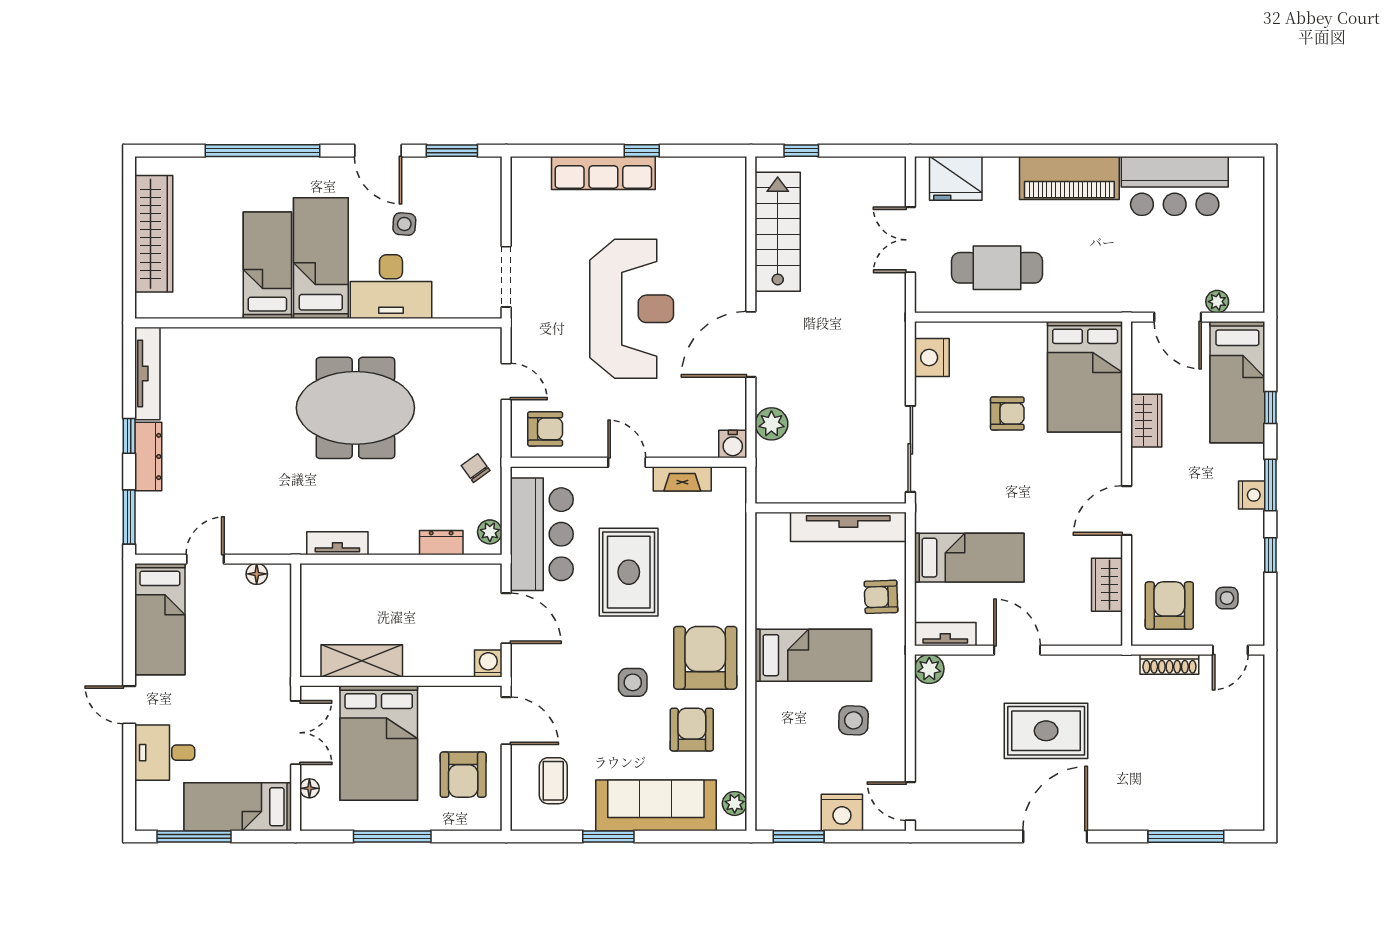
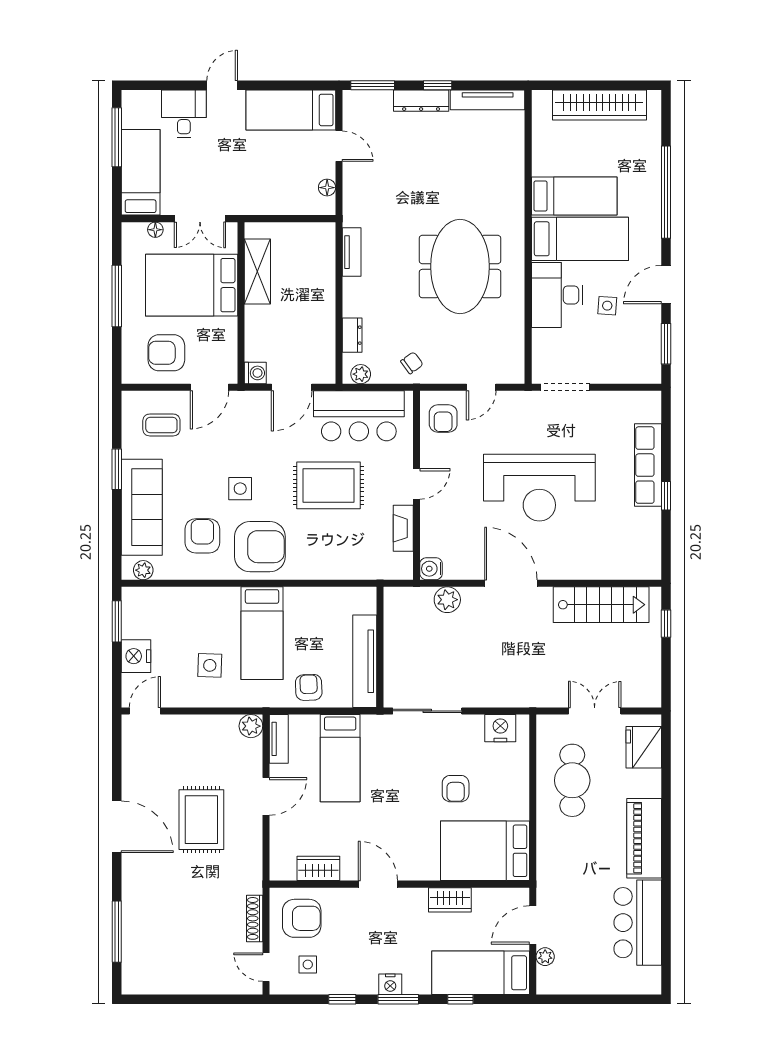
armchair: (692, 730) -> (202, 536), turned -90

